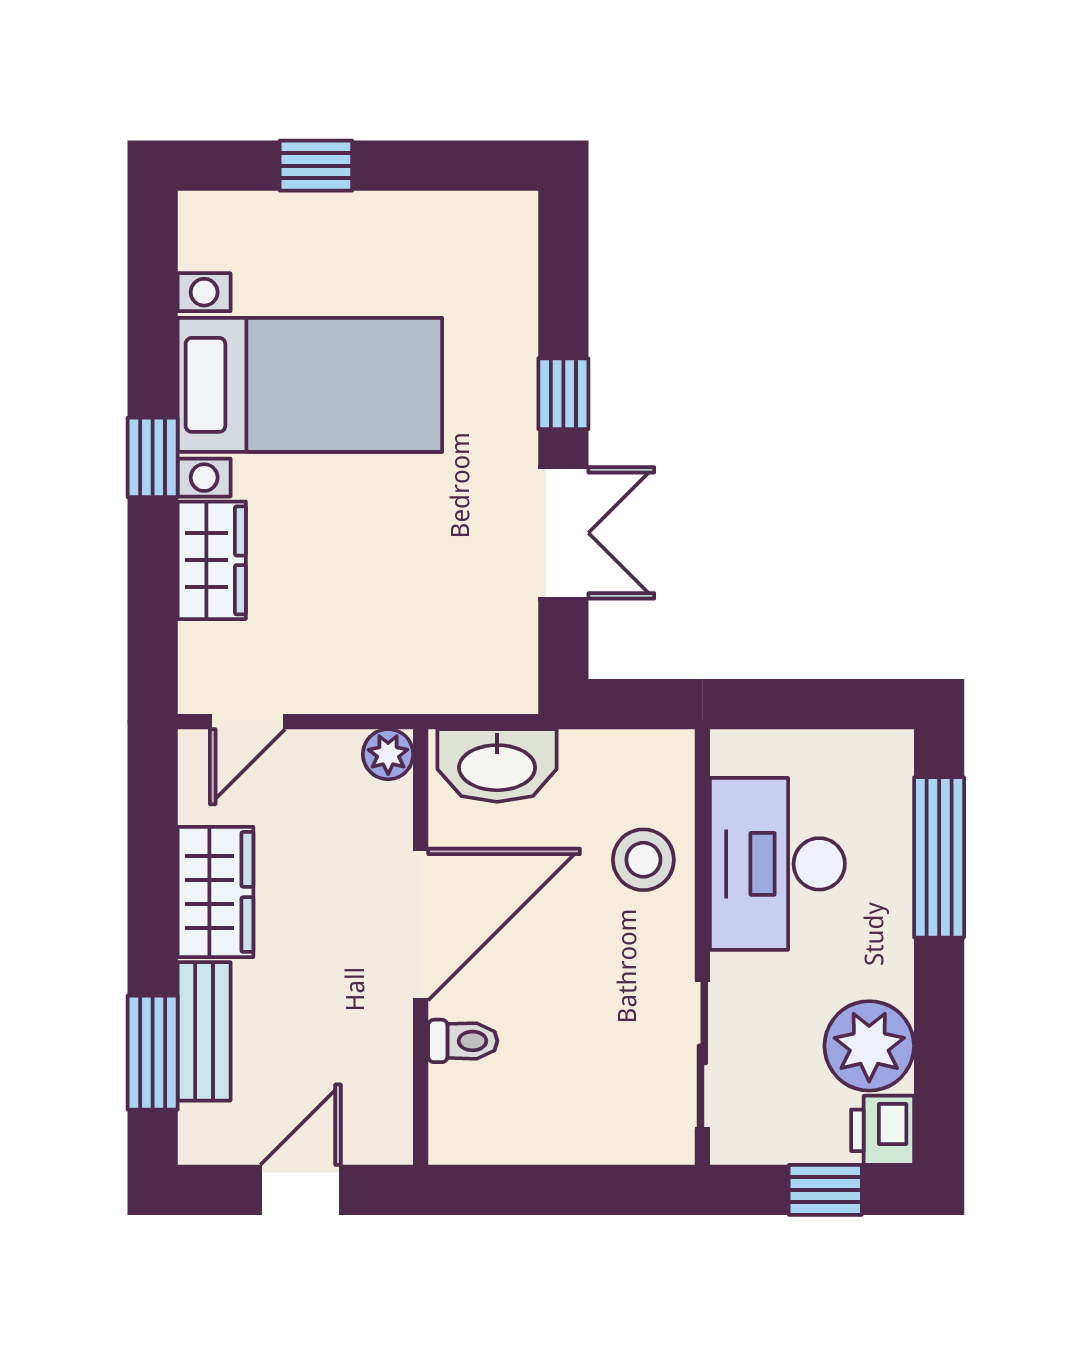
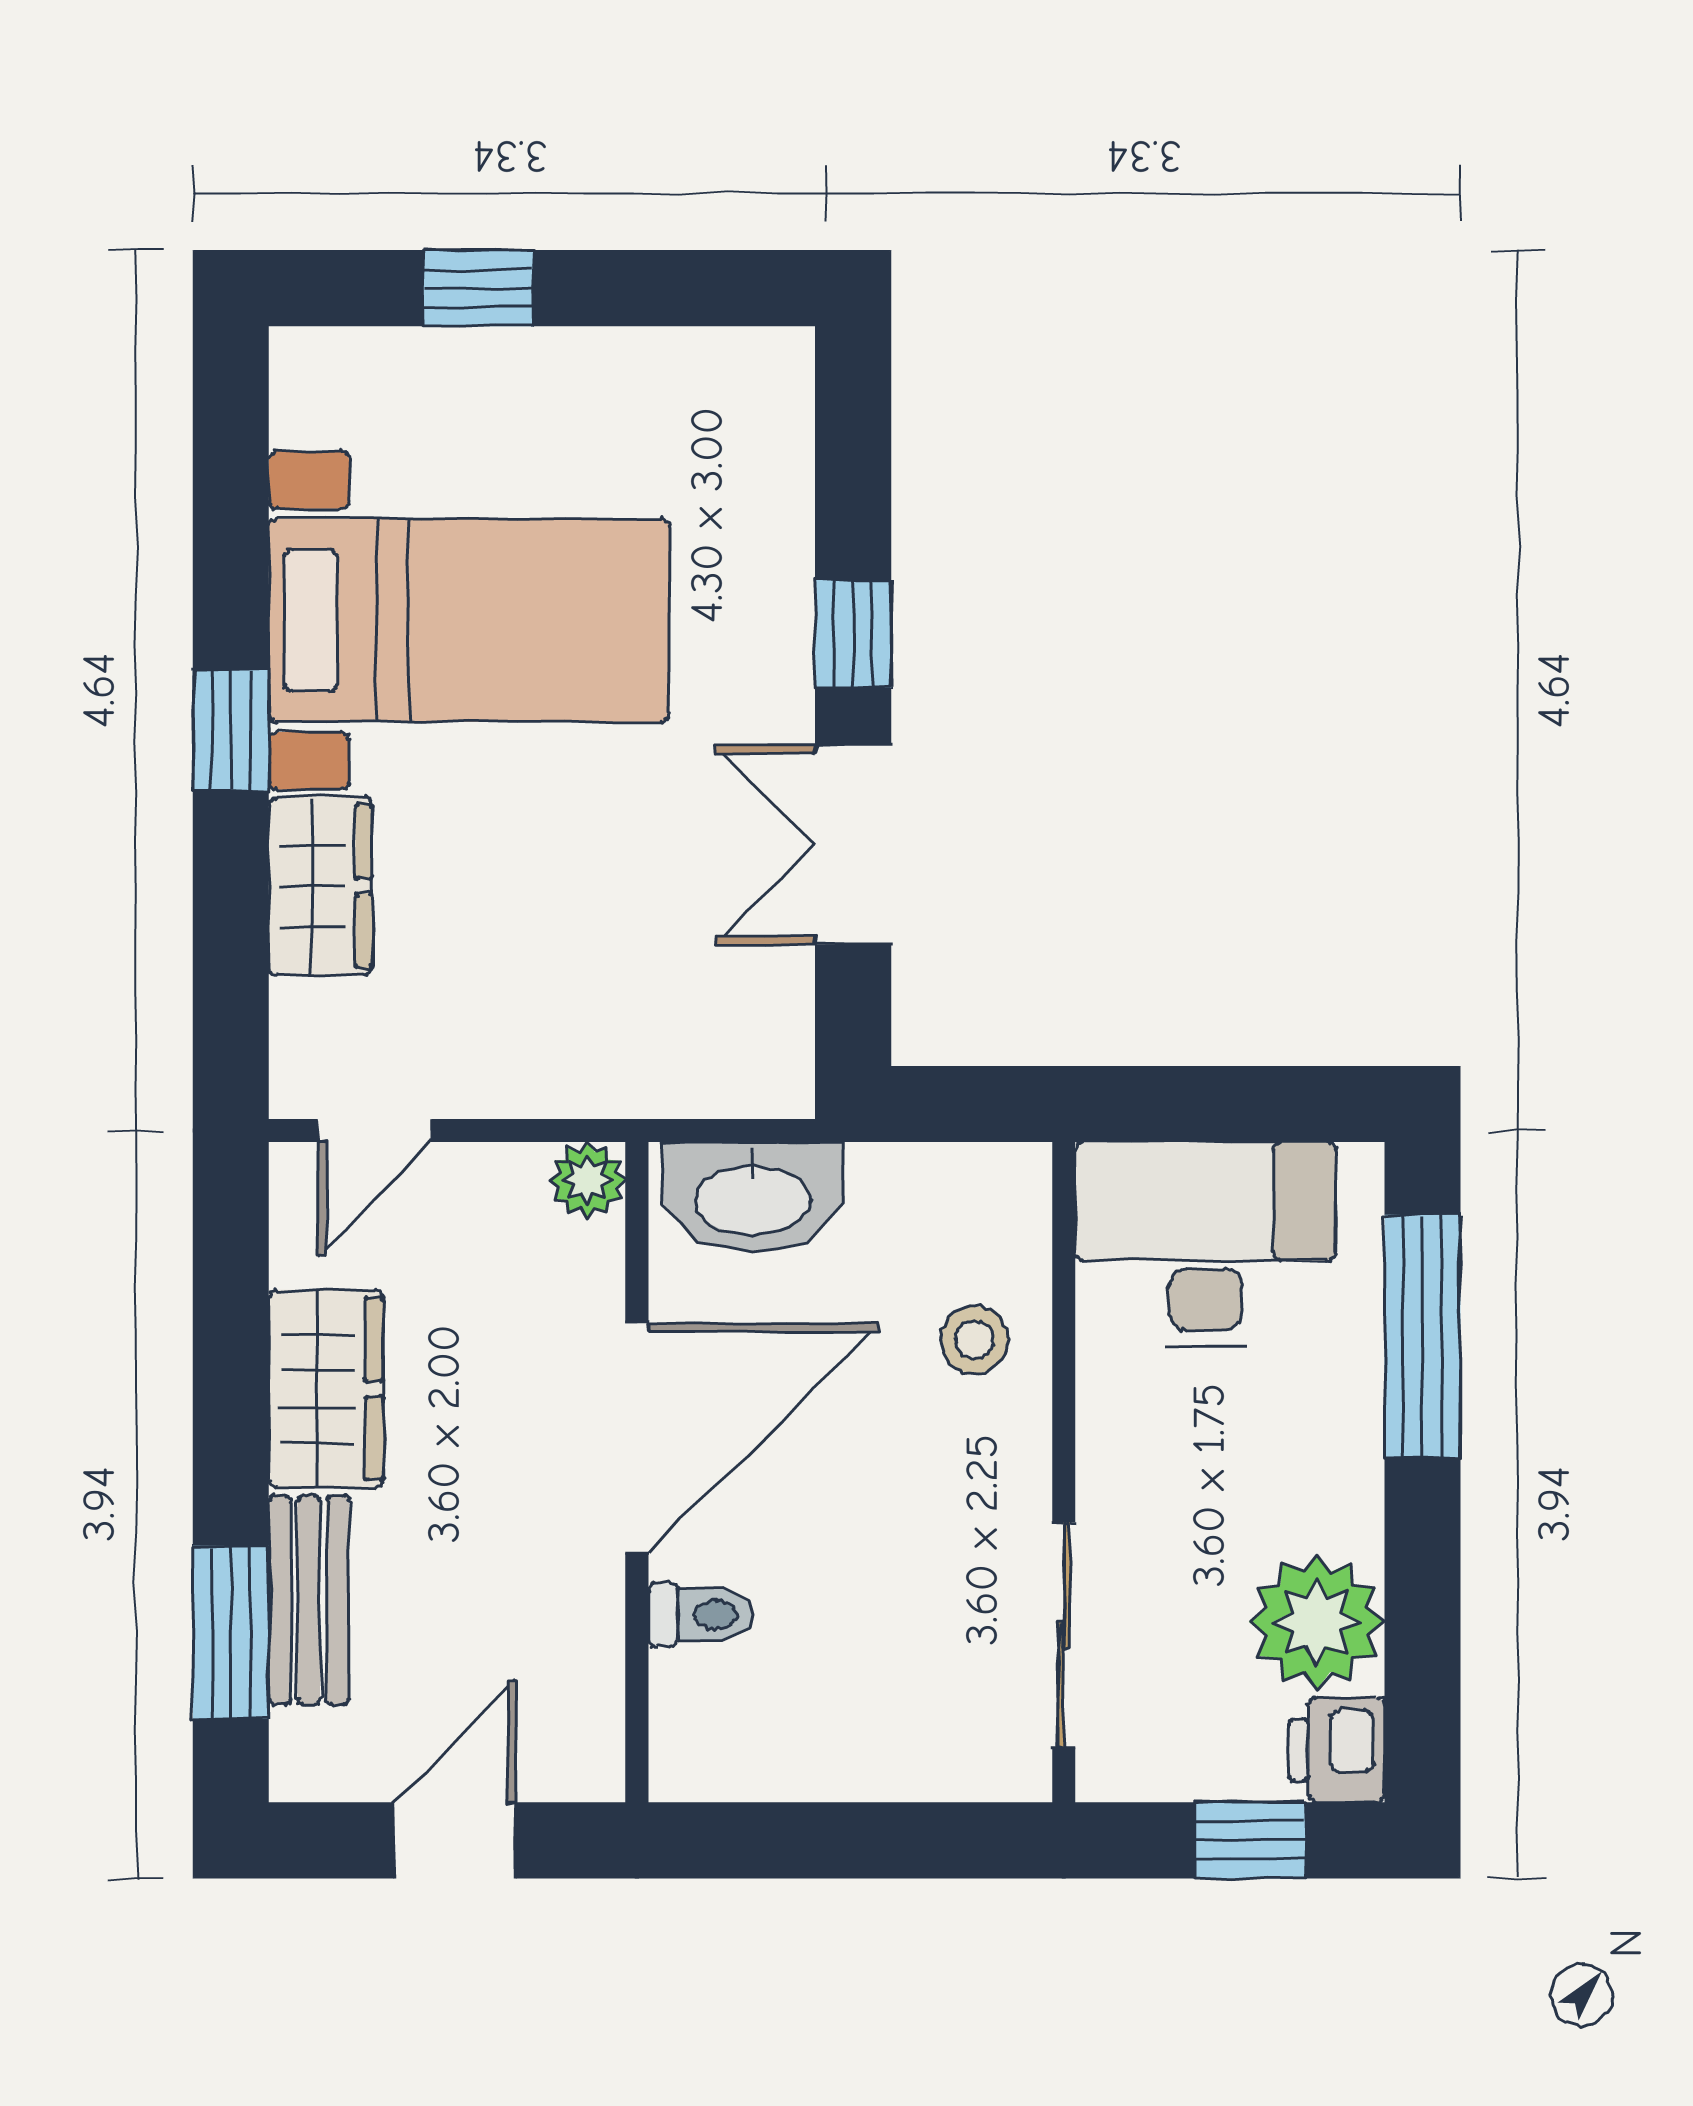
double door: (563, 533) -> (853, 845), swing flipped
stool: (643, 860) -> (974, 1340), width x0.73, depth x0.73
desk: (777, 864) -> (1205, 1244), moved, turned 90

